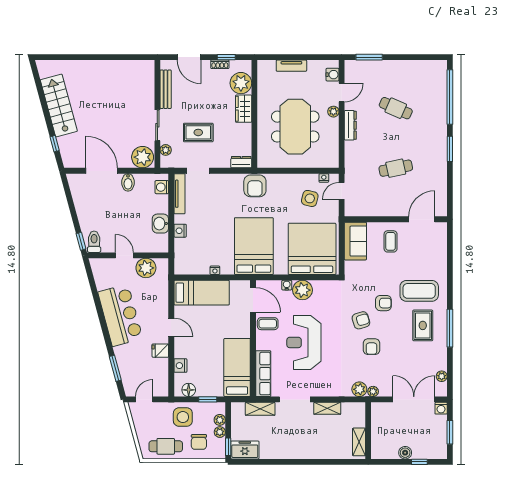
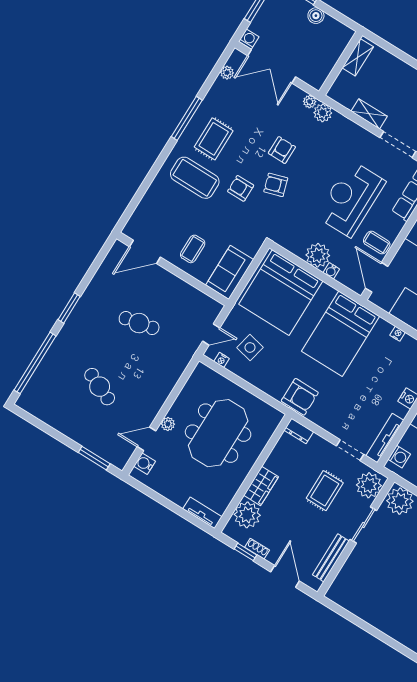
tv unit: (291, 66) -> (202, 513), moved
dresser: (350, 125) -> (159, 398), removed
rug: (198, 132) -> (325, 491), turned 90
plant: (166, 150) -> (369, 485), width x1.88, depth x1.88
armchair: (255, 186) -> (300, 397), turned 90
reception desk: (304, 342) -> (351, 199), turned 180

